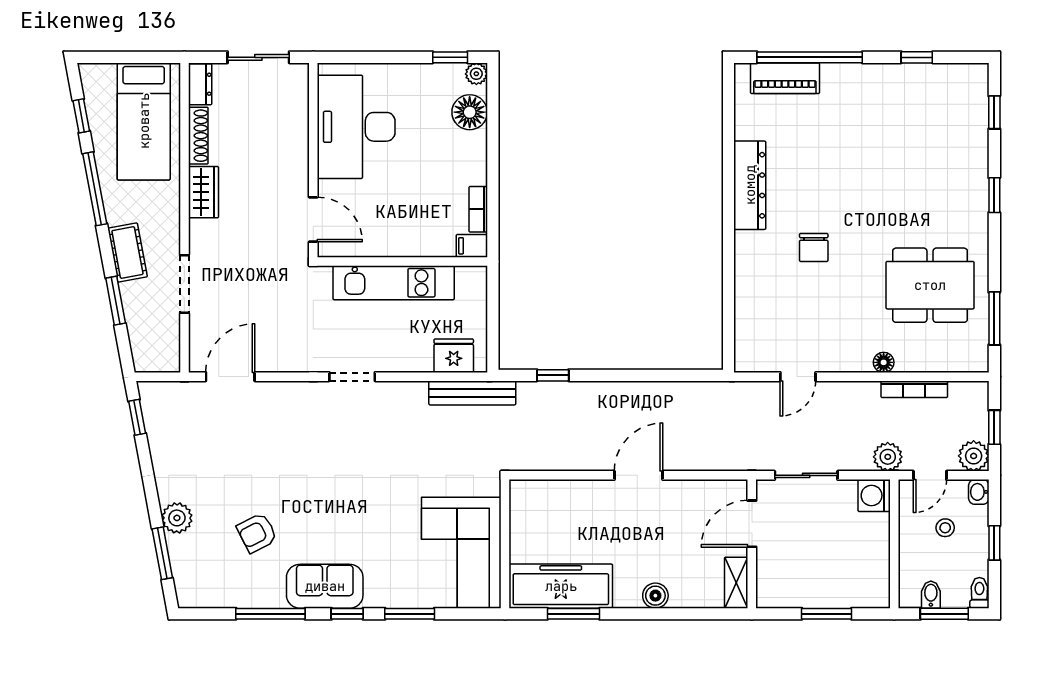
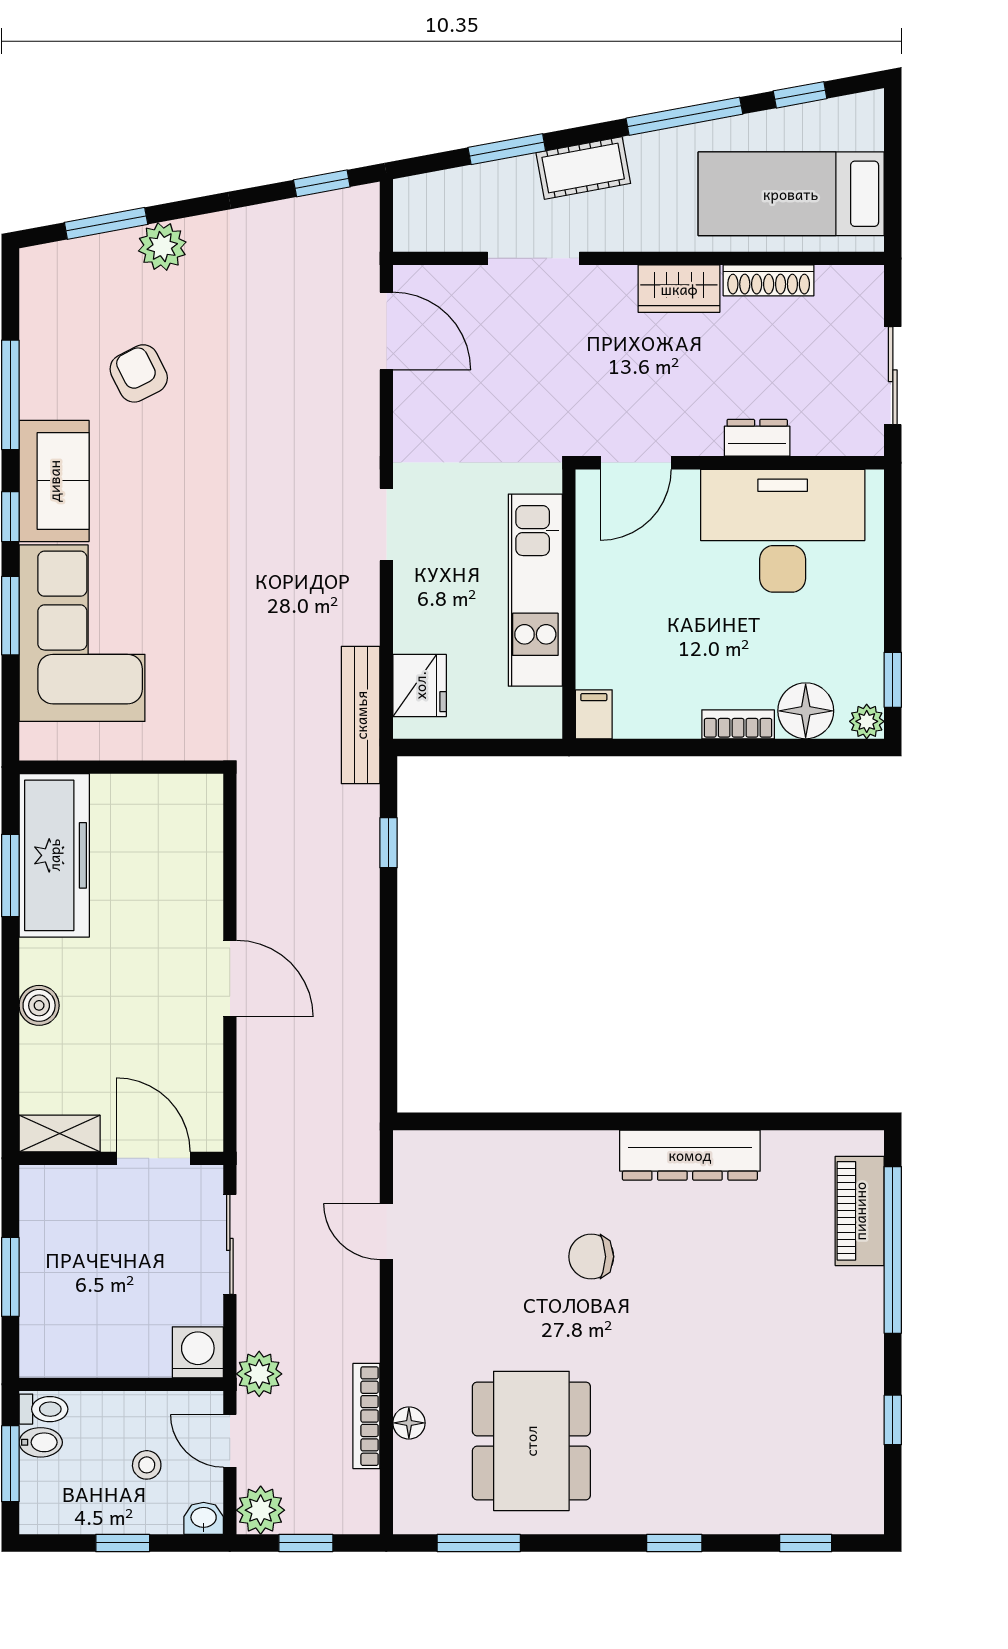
dresser: (200, 84) -> (757, 438), moved, turned 180
bookcase: (478, 209) -> (738, 724), moved
floor lamp: (884, 362) -> (409, 1423), moved
corner sofa: (461, 553) -> (82, 633), moved, turned 90
toilet: (979, 593) -> (43, 1409), moved

